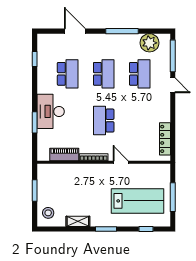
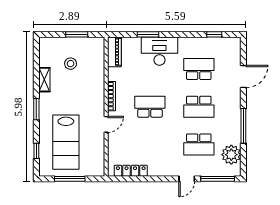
school desk: (68, 74) -> (199, 69), turned 180
piano: (64, 154) -> (114, 52), moved
stool: (48, 213) -> (71, 64), moved

